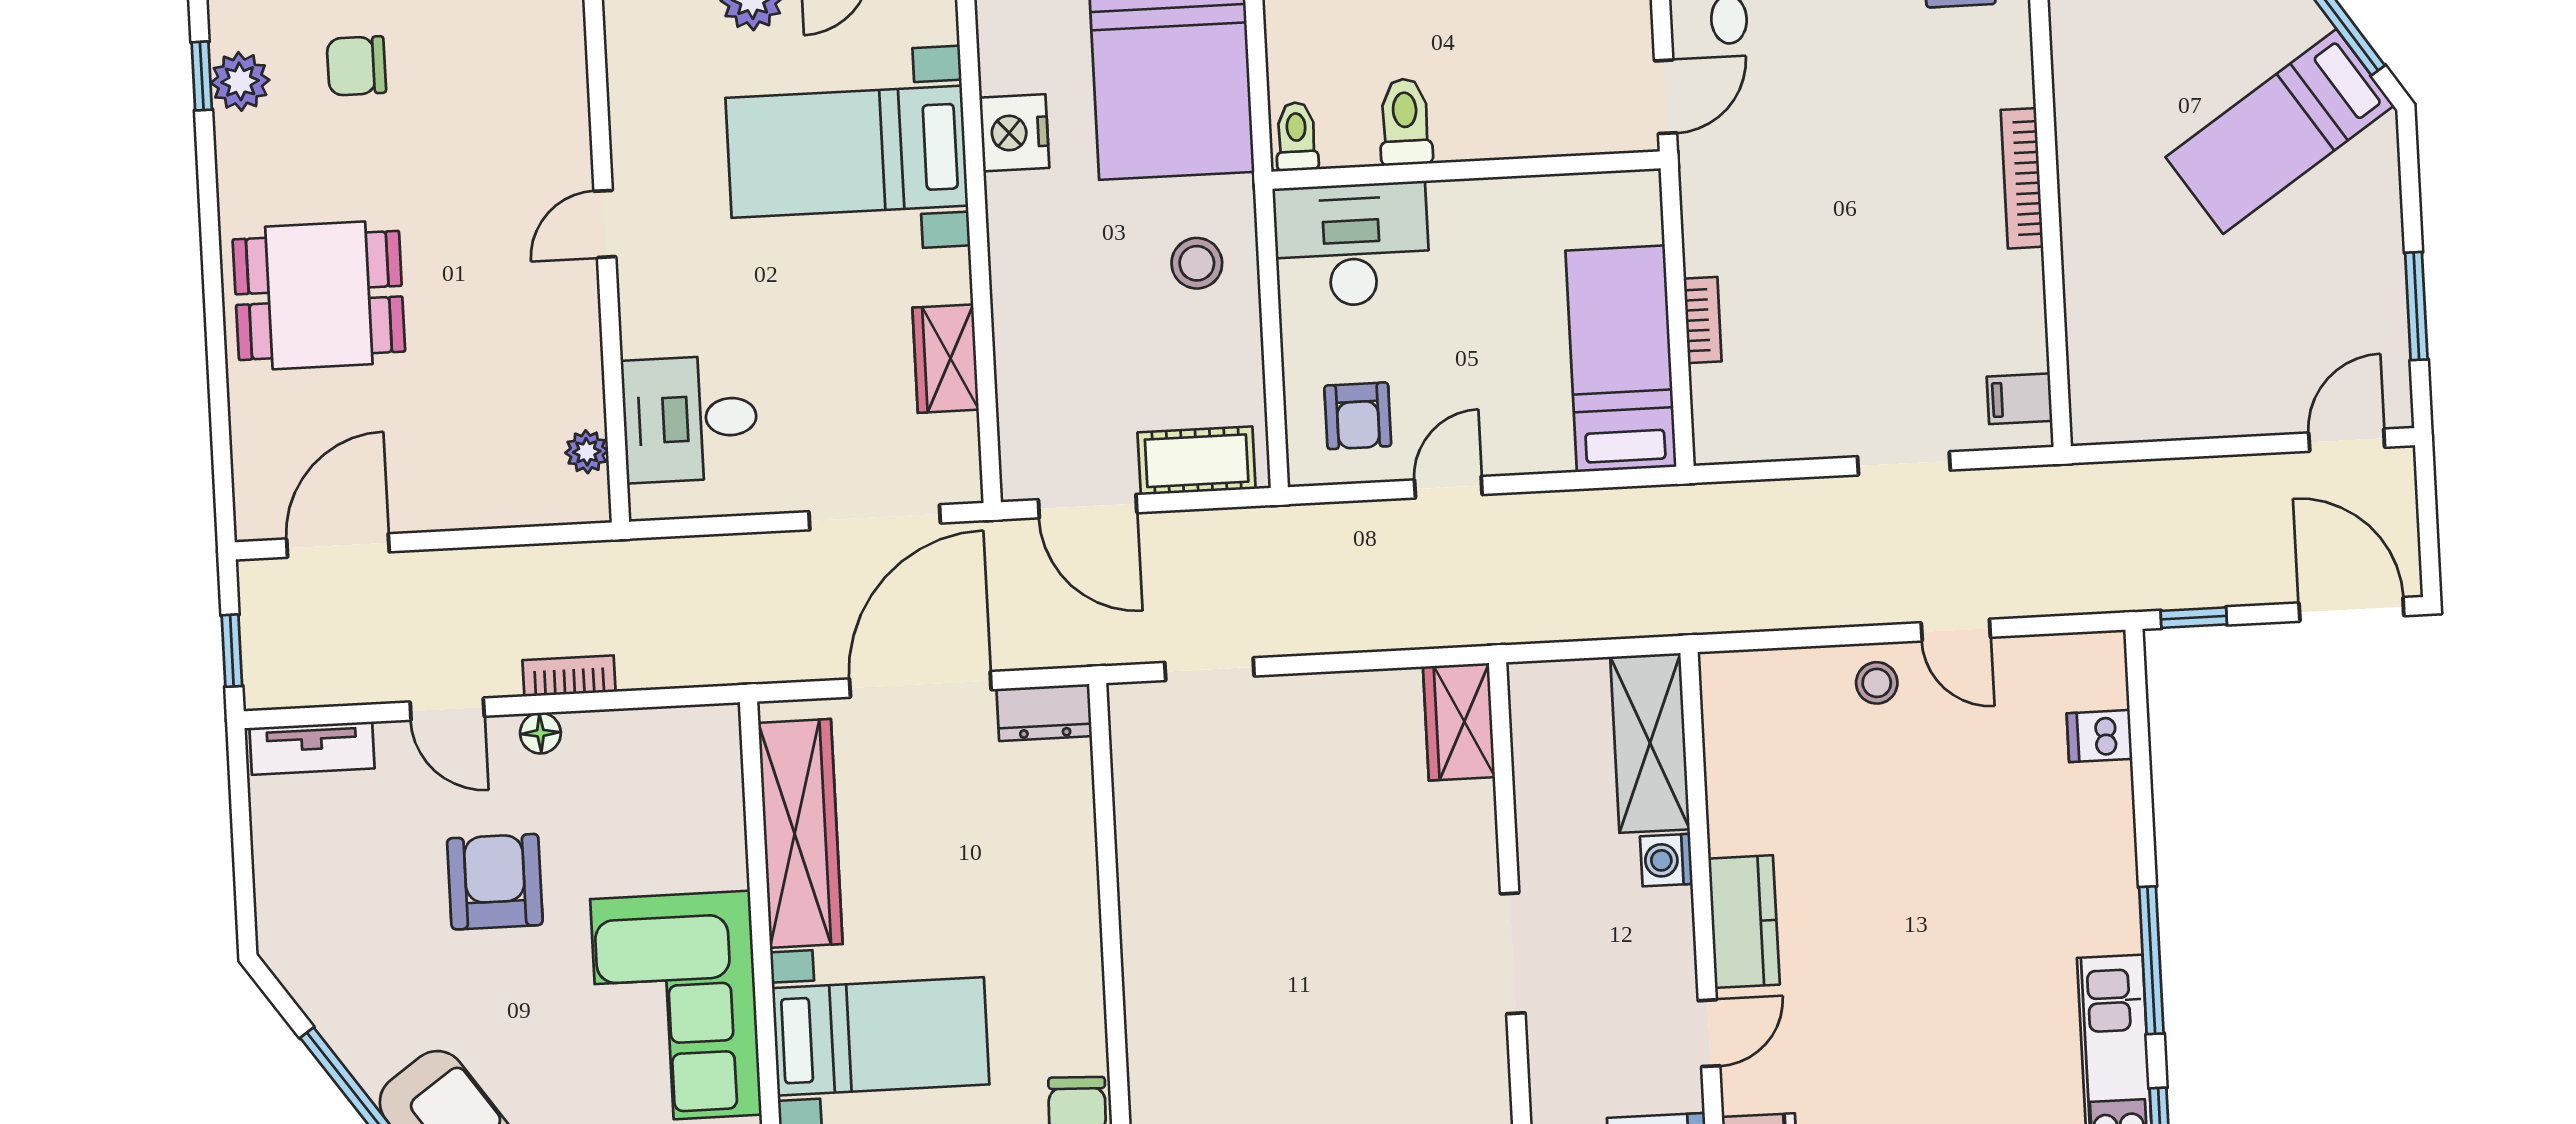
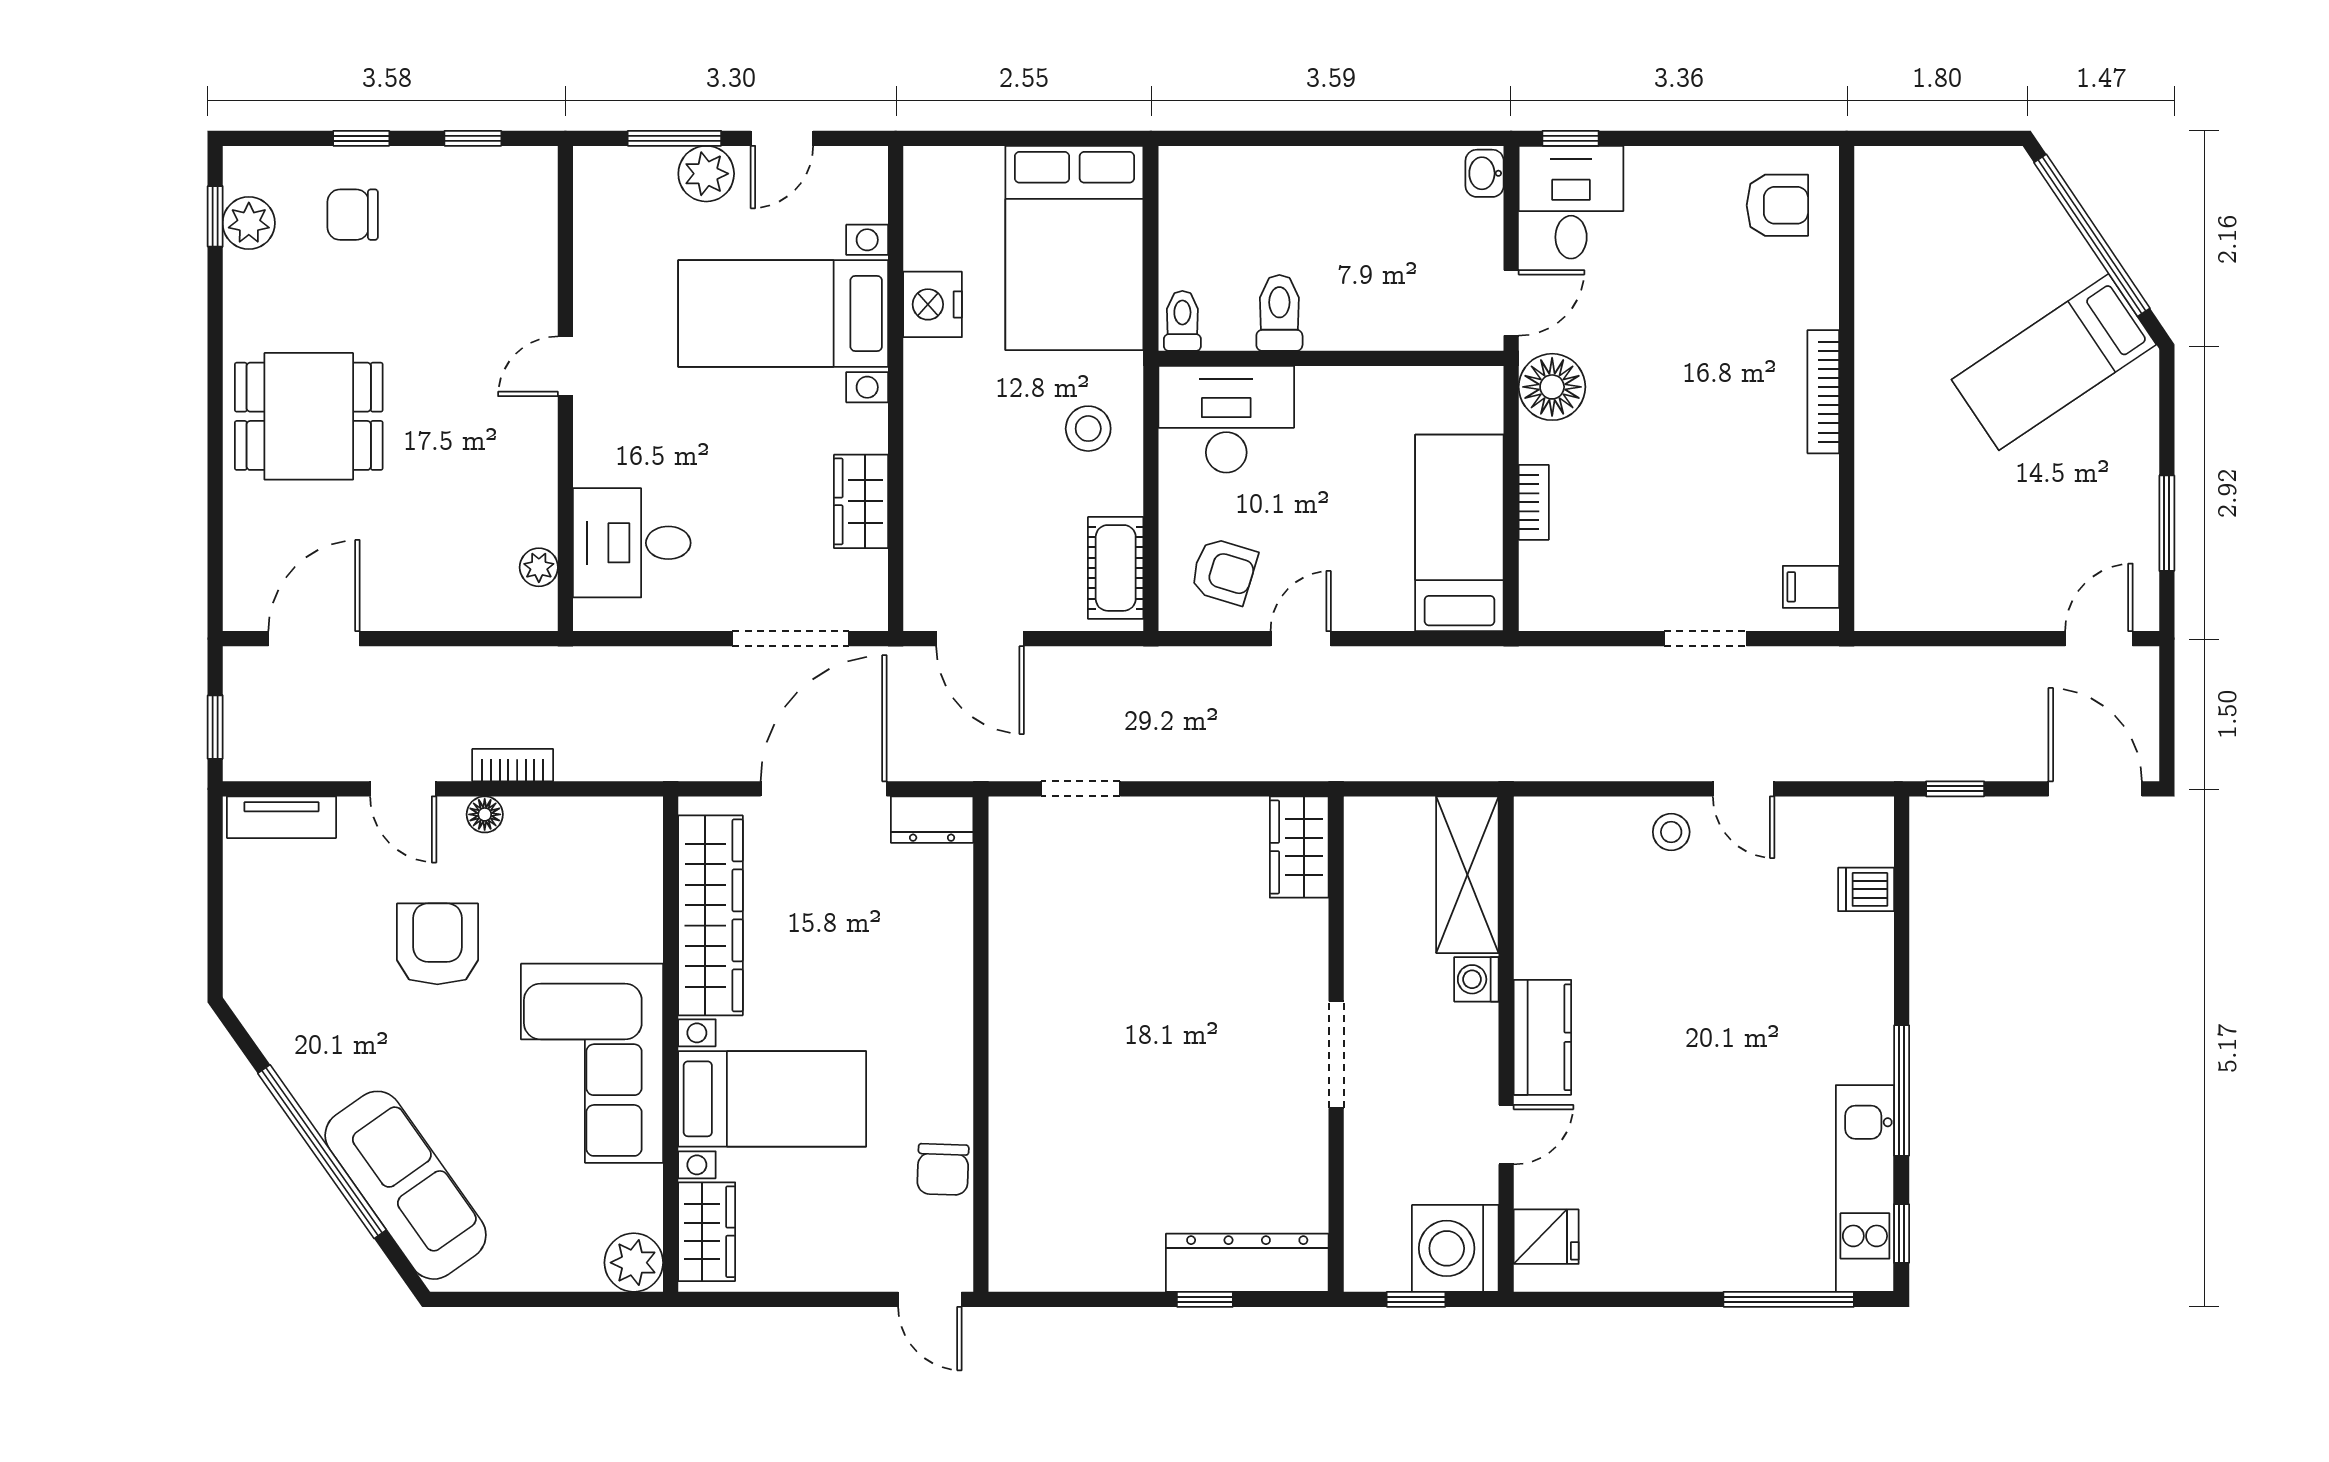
floor lamp: (1716, 189) -> (1552, 387), added
armchair: (1358, 416) -> (1224, 571), turned -73
cot: (1197, 461) -> (1116, 568), moved, turned 90

